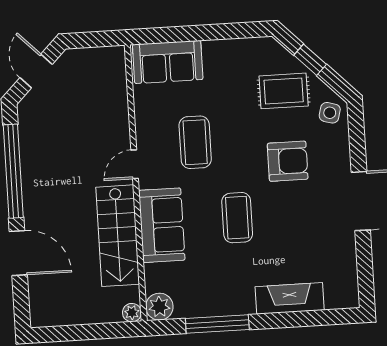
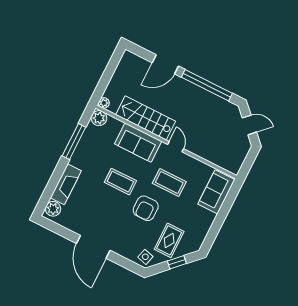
armchair: (288, 161) -> (146, 208), moved
plant: (338, 296) -> (53, 209), added

